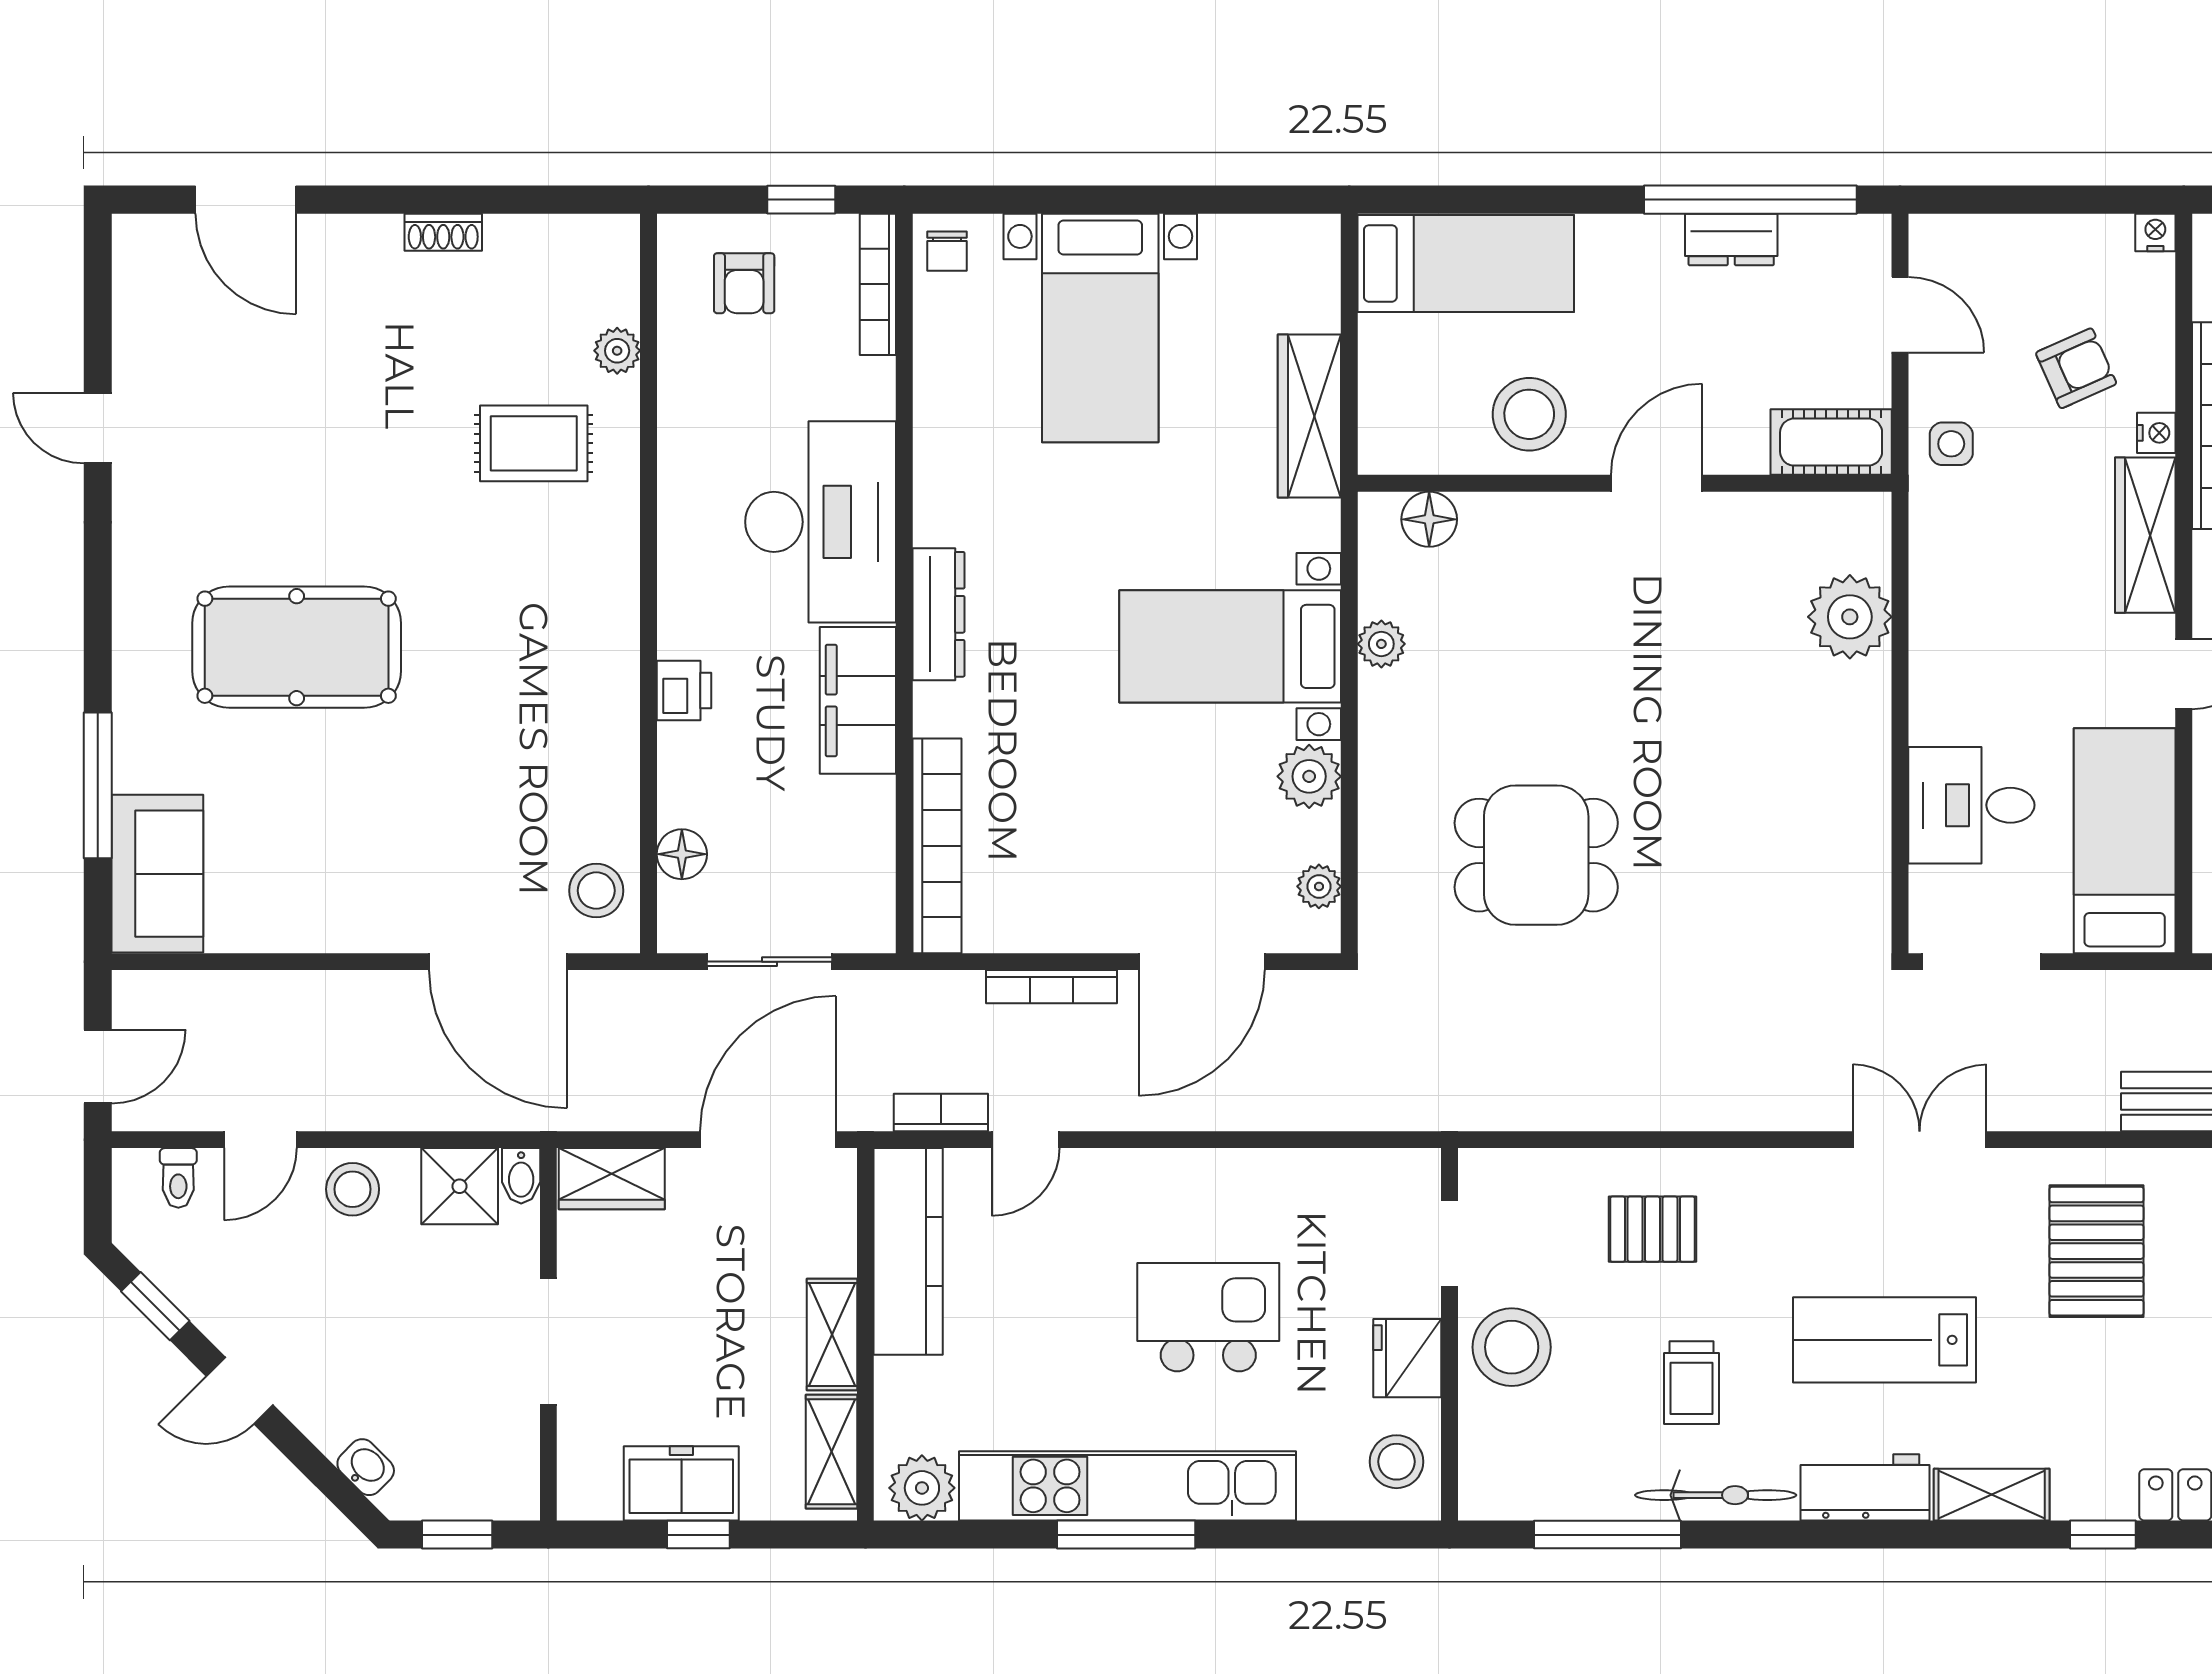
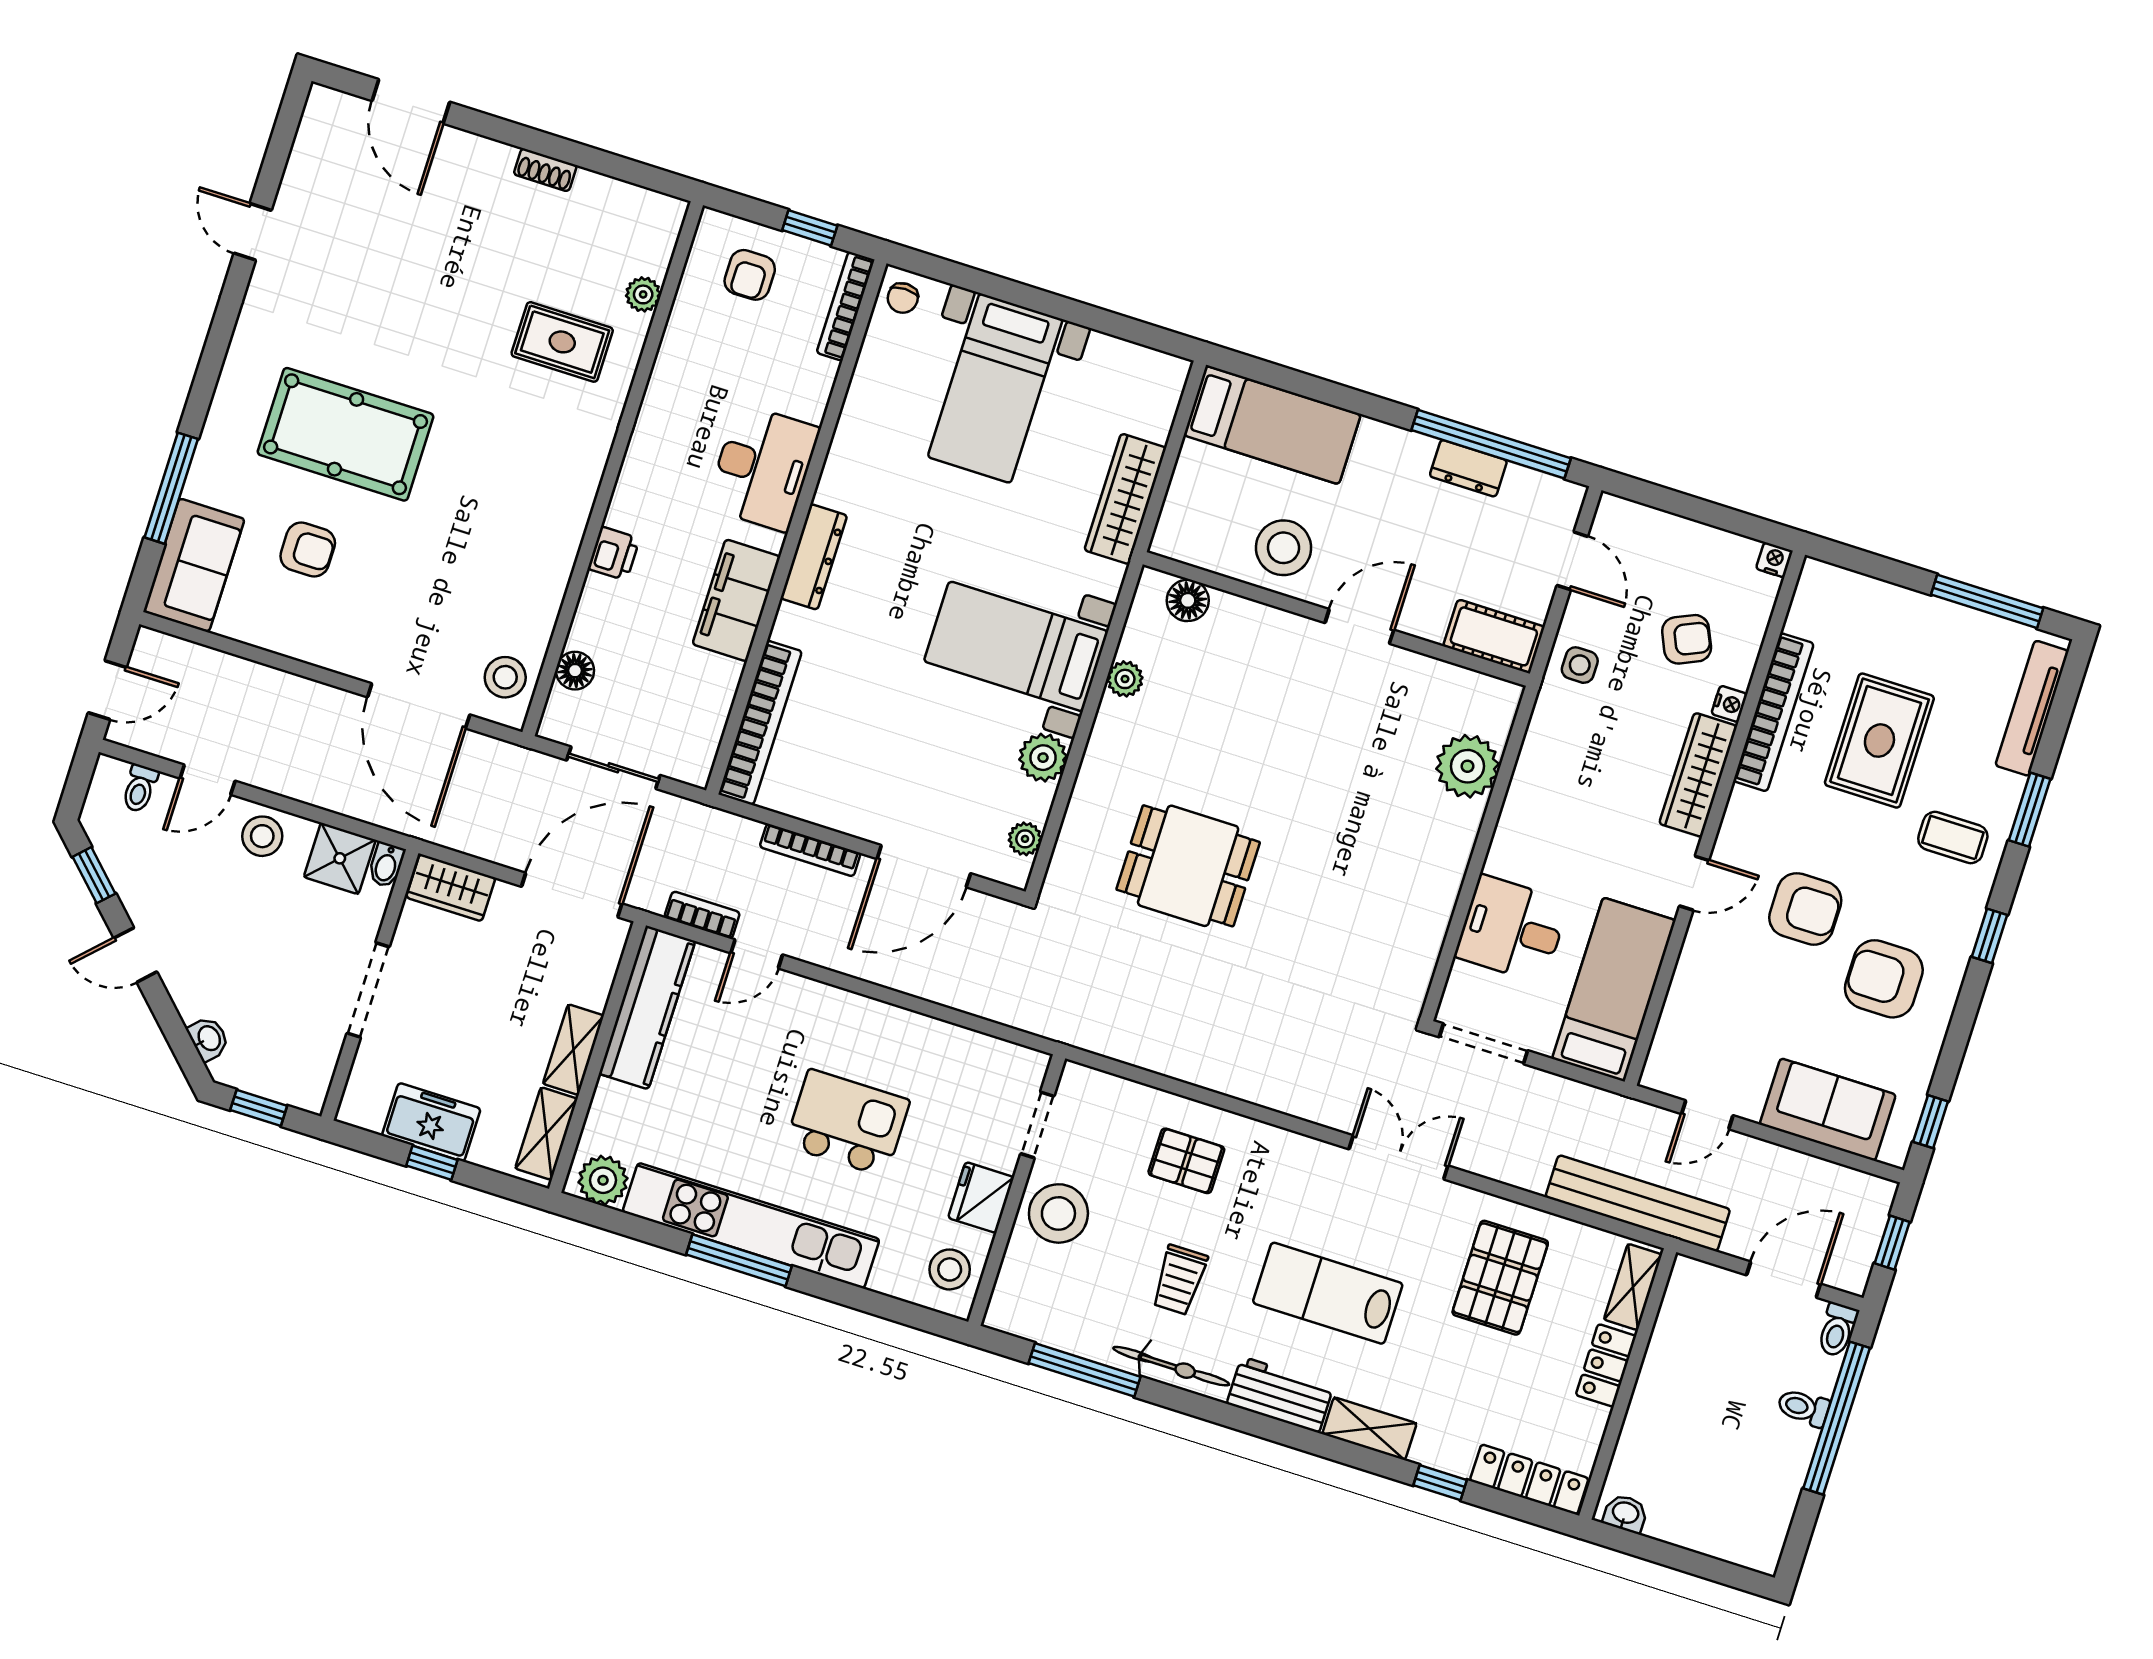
desk: (821, 522) -> (763, 468), width x0.73, depth x0.77
armchair: (295, 808) -> (308, 550), added

